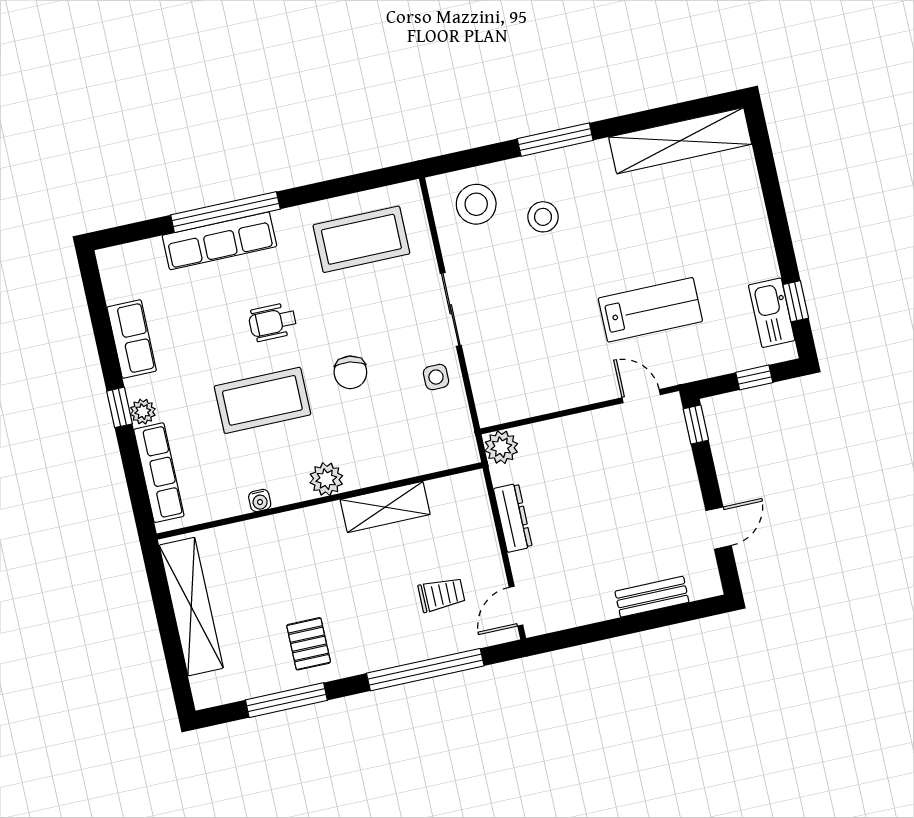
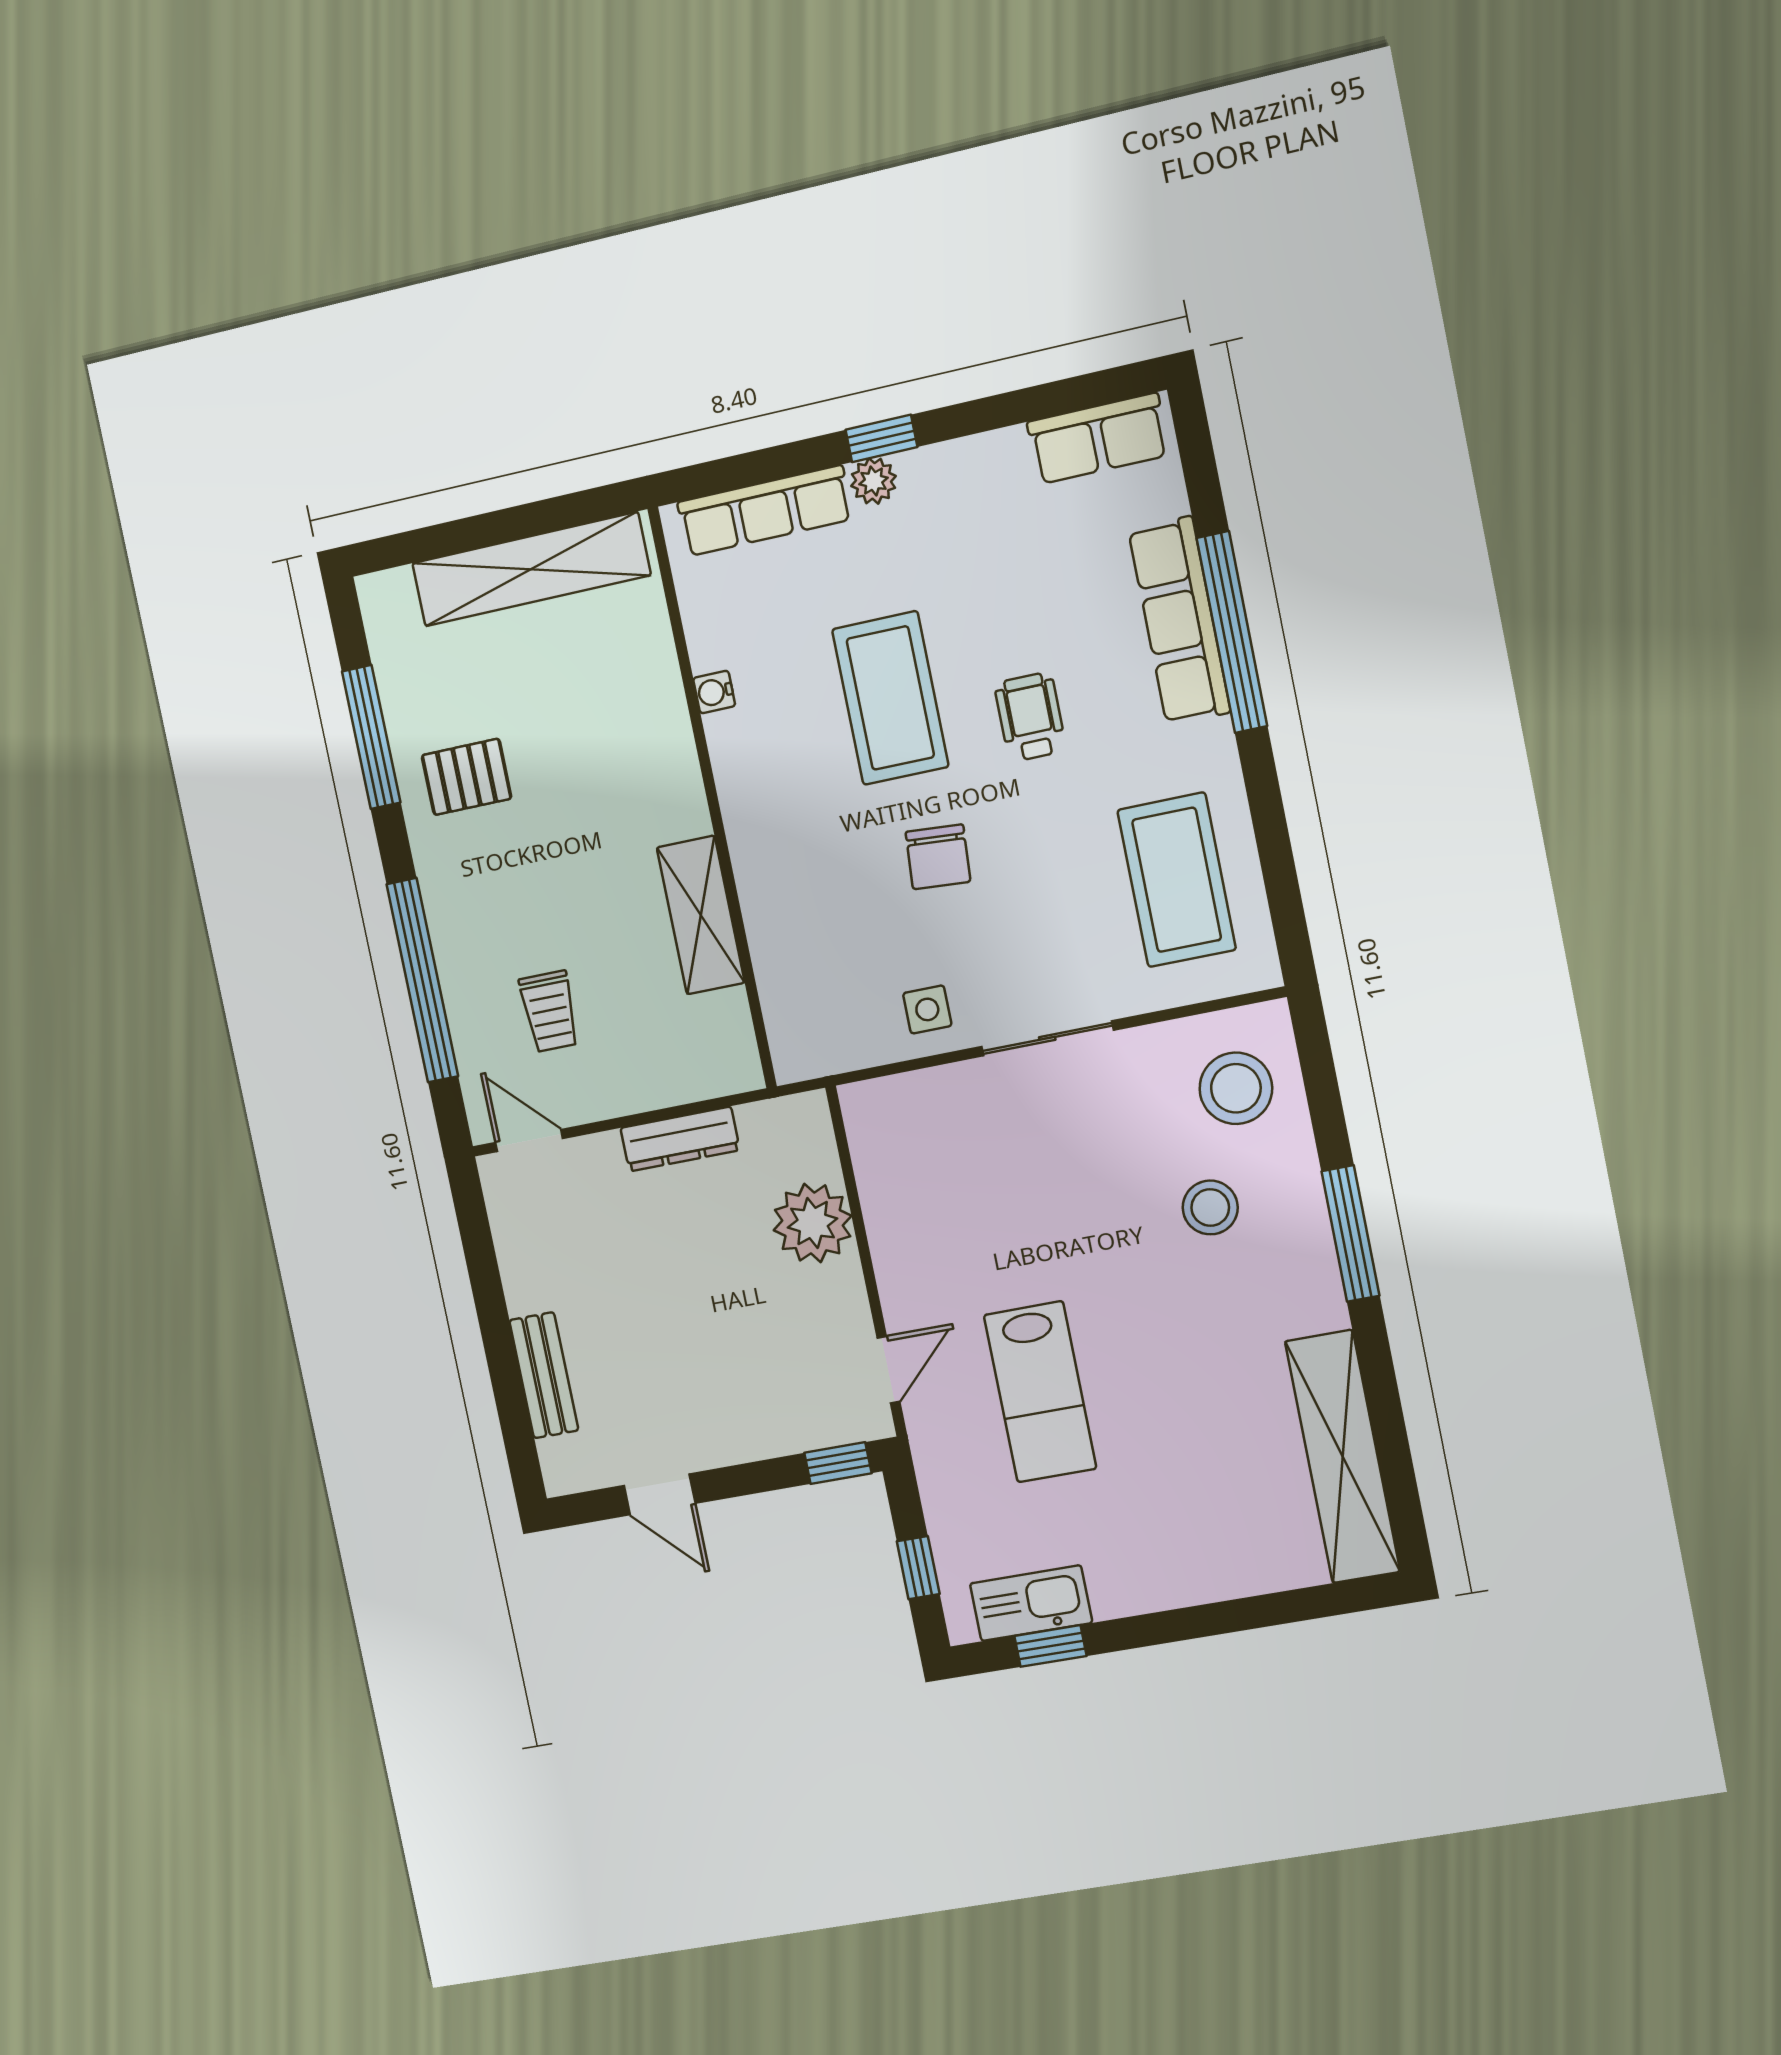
row of seats: (132, 339) -> (1098, 439), moved
chair: (350, 372) -> (938, 857), turned -95
plant: (501, 447) -> (813, 1223), moved, width x1.36, depth x1.36
plant: (326, 479) -> (750, 811), removed

